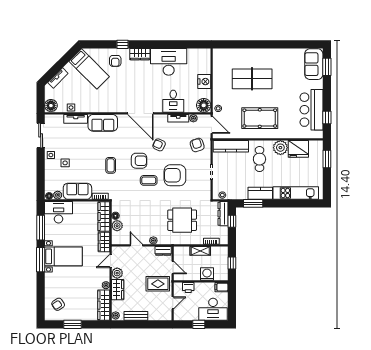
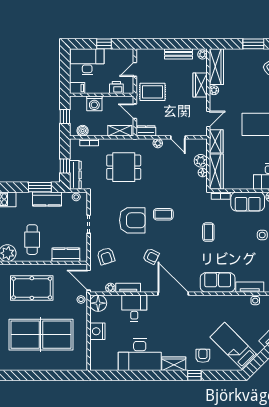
table tennis table: (252, 79) -> (41, 335), width x1.36, depth x1.32
kitchen counter: (231, 146) -> (66, 255), width x0.67
armchair: (139, 161) -> (175, 238), removed
kitchen counter: (260, 193) -> (47, 199), moved
shelving: (200, 251) -> (120, 131), moved
boiler: (217, 251) -> (83, 131), added
plant: (117, 273) -> (201, 104), removed

